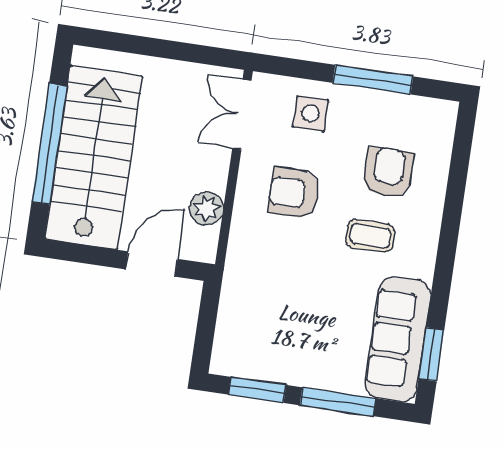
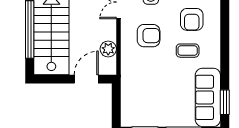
armchair: (388, 173) -> (192, 19), turned 180
armchair: (294, 193) -> (149, 36), turned 180

